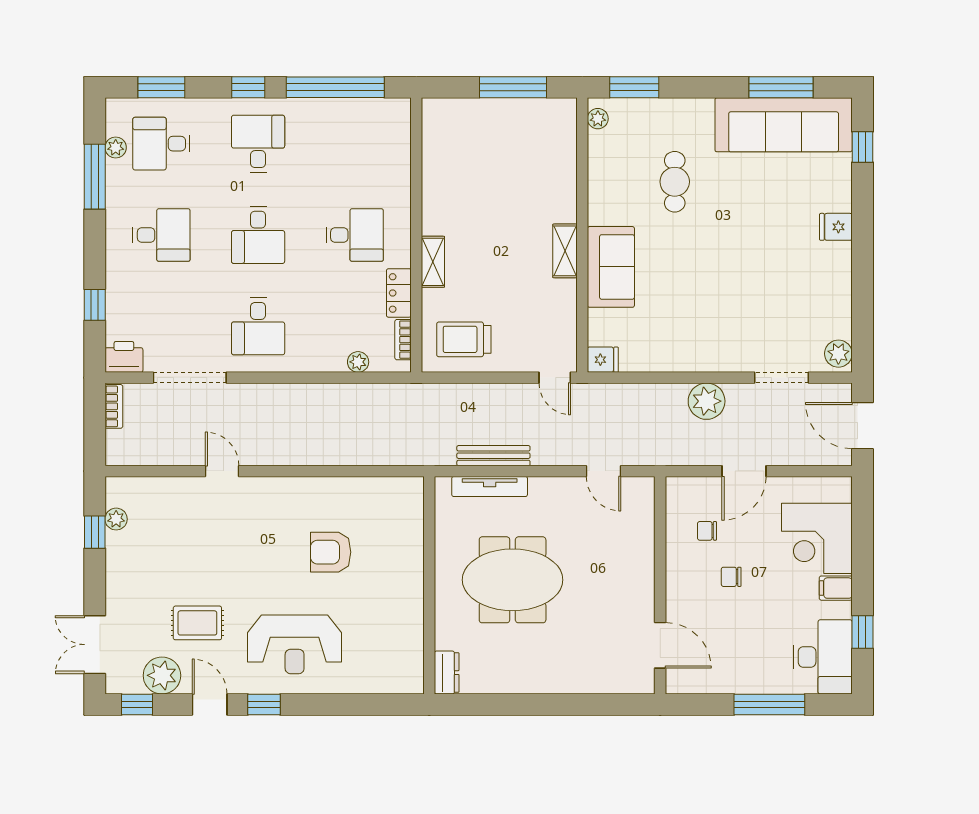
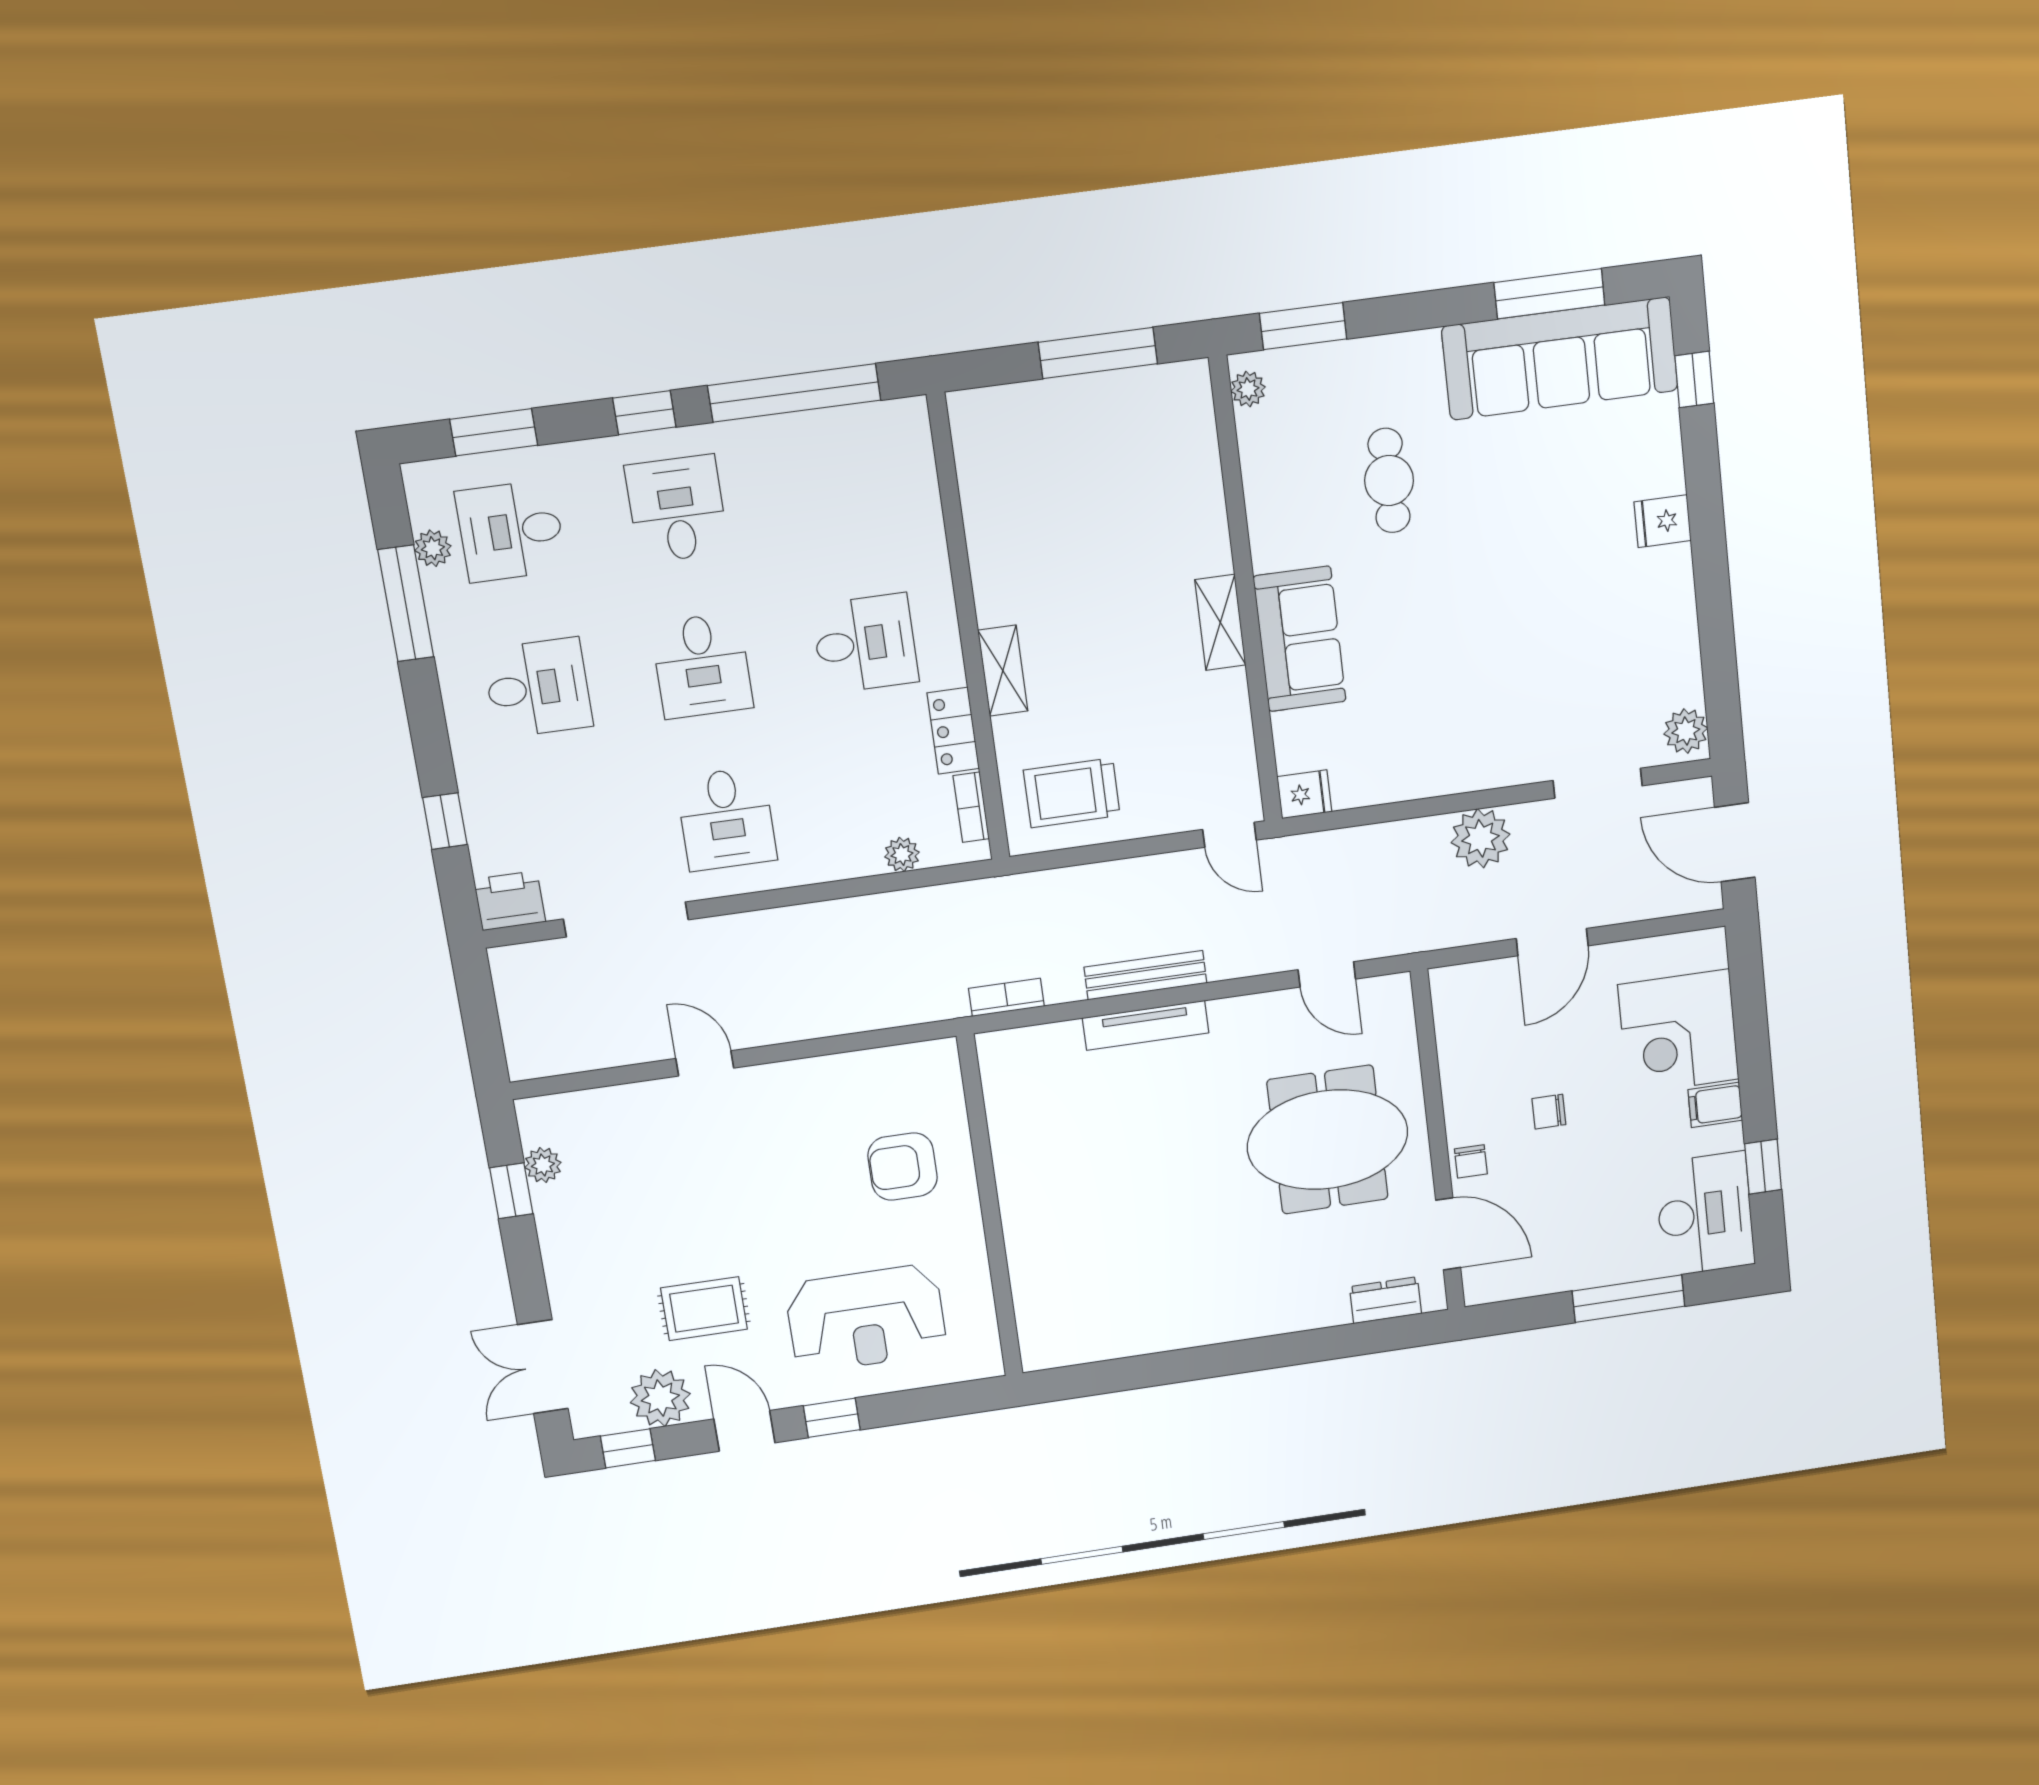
bookcase: (114, 406) -> (1006, 997), moved, turned -90
chair: (707, 531) -> (1471, 1161), moved, turned -90
meeting table: (513, 580) -> (1328, 1140), moved
wall: (429, 585) -> (990, 1207), moved
dresser: (447, 673) -> (1385, 1300), moved, turned -90

